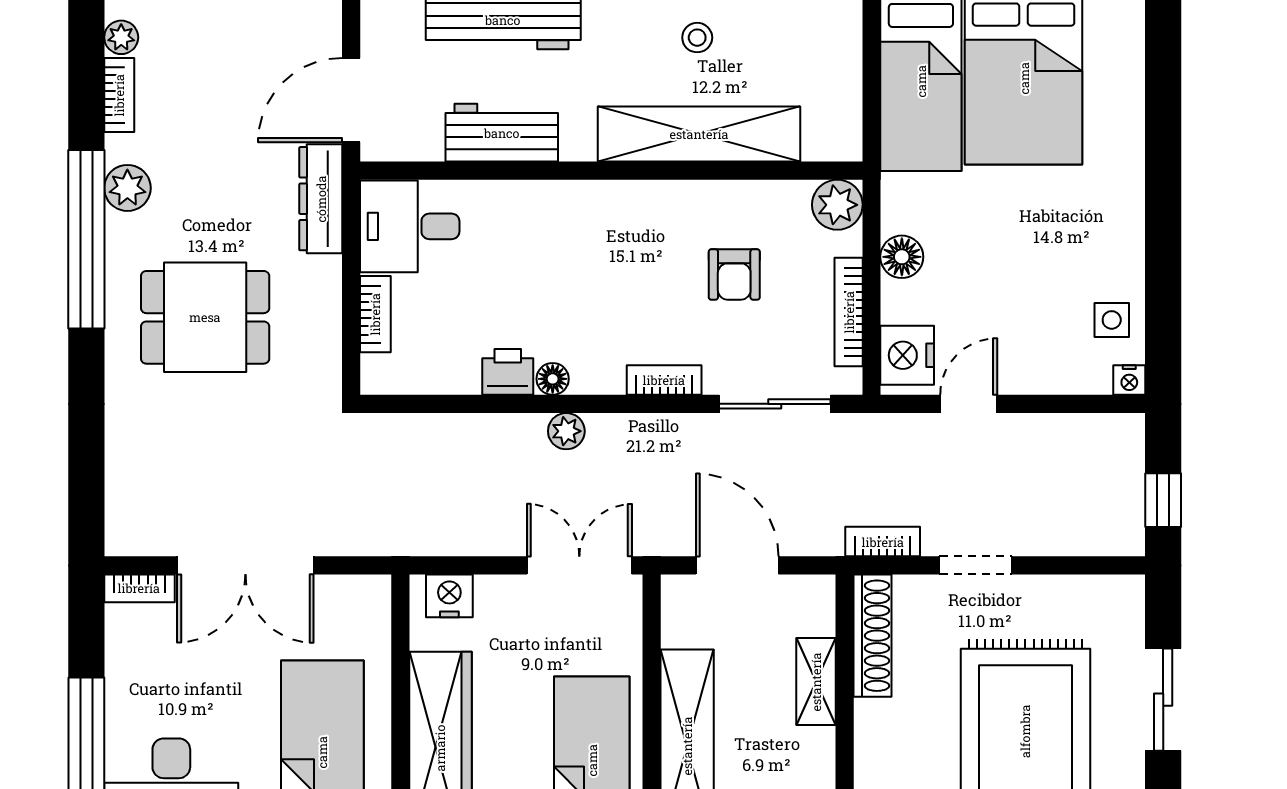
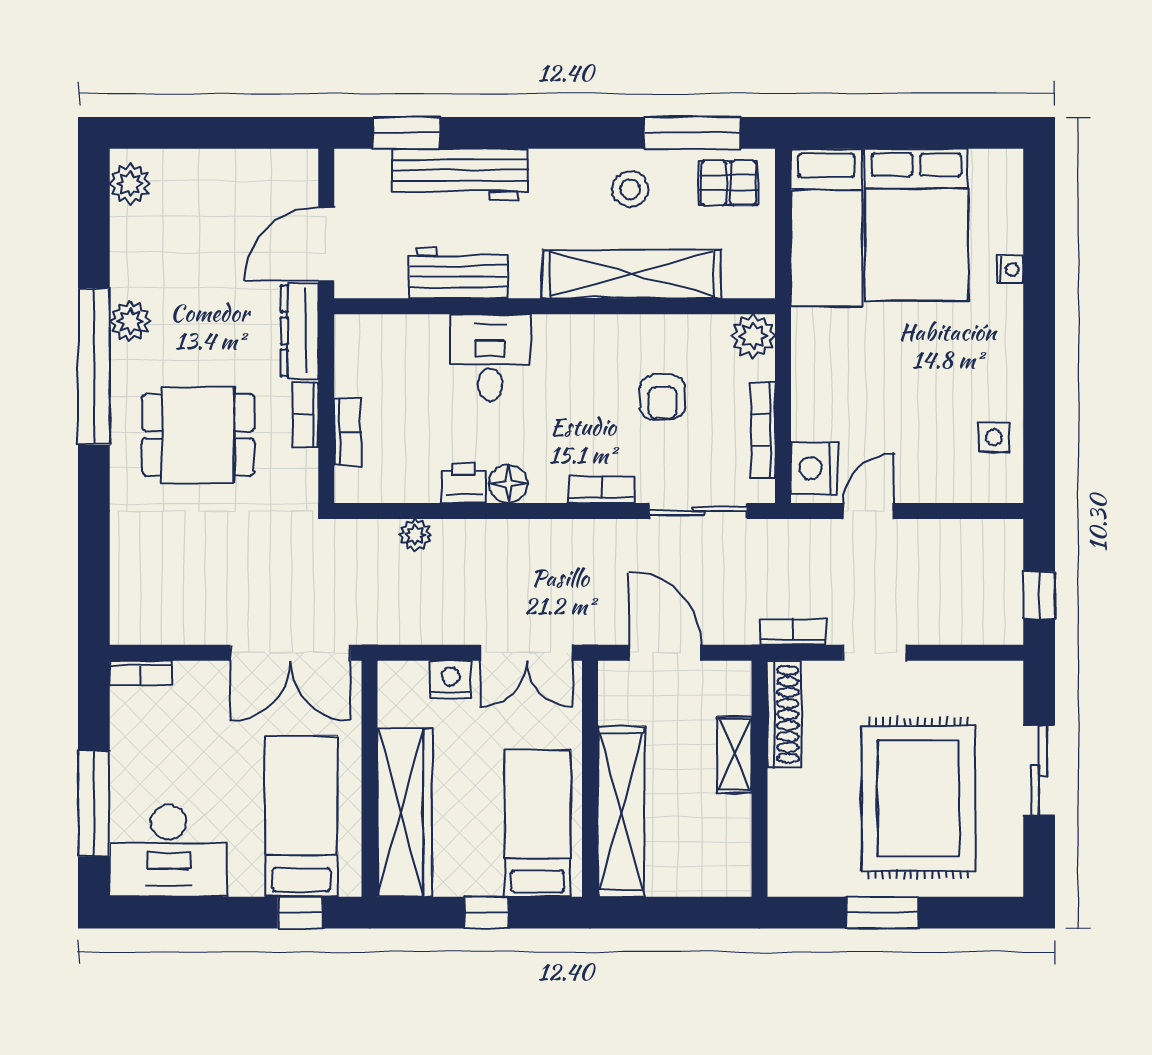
pallet: (809, 30) -> (729, 183), added
plant: (121, 37) -> (130, 184), width x1.38, depth x1.38
stool: (697, 38) -> (630, 189), width x1.37, depth x1.37
bookcase: (119, 95) -> (305, 415), moved, turned 180
desk: (410, 226) -> (490, 358), moved, turned 90
floor lamp: (902, 257) -> (810, 382), removed
floor lamp: (553, 379) -> (508, 484), width x1.37, depth x1.37
nightstand: (1129, 380) -> (1010, 269), moved, turned -90
plant: (566, 431) -> (415, 535), moved
double door: (245, 565) -> (290, 653), moved
double door: (579, 565) -> (527, 653), swing flipped
nightstand: (449, 596) -> (450, 679), moved

